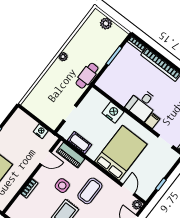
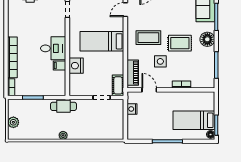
filing cabinet: (152, 121) -> (60, 65), moved
cot: (80, 143) -> (118, 85), moved
bed: (121, 153) -> (102, 41), width x0.67

